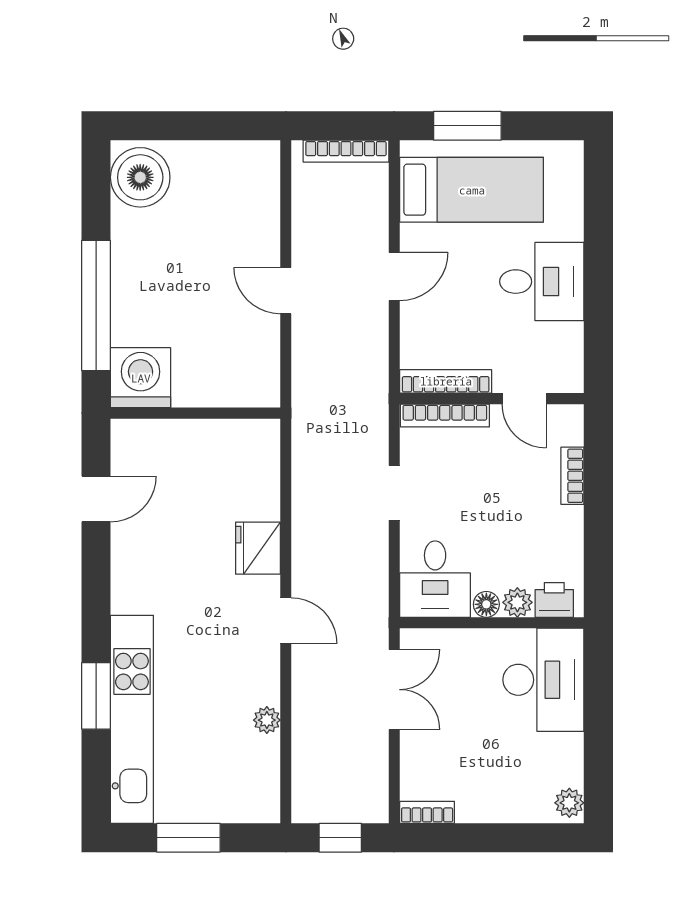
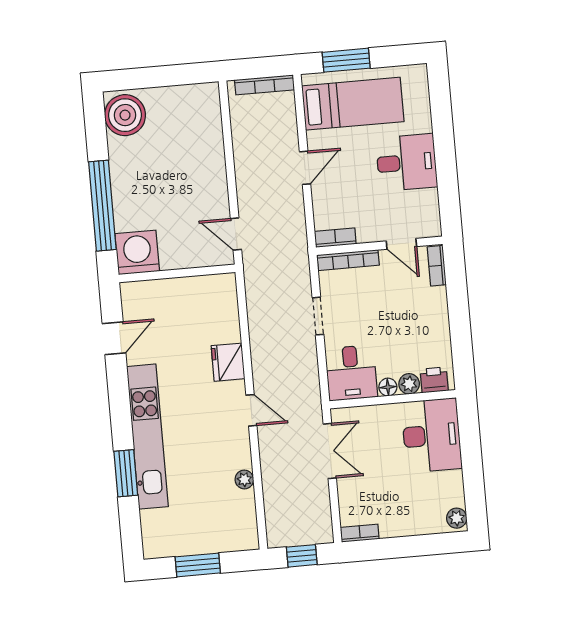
door: (286, 291) -> (236, 234), moved
bookcase: (446, 381) -> (335, 238), width x0.64
bookcase: (572, 476) -> (437, 266), moved
kitchen unit: (132, 719) -> (147, 437), moved

